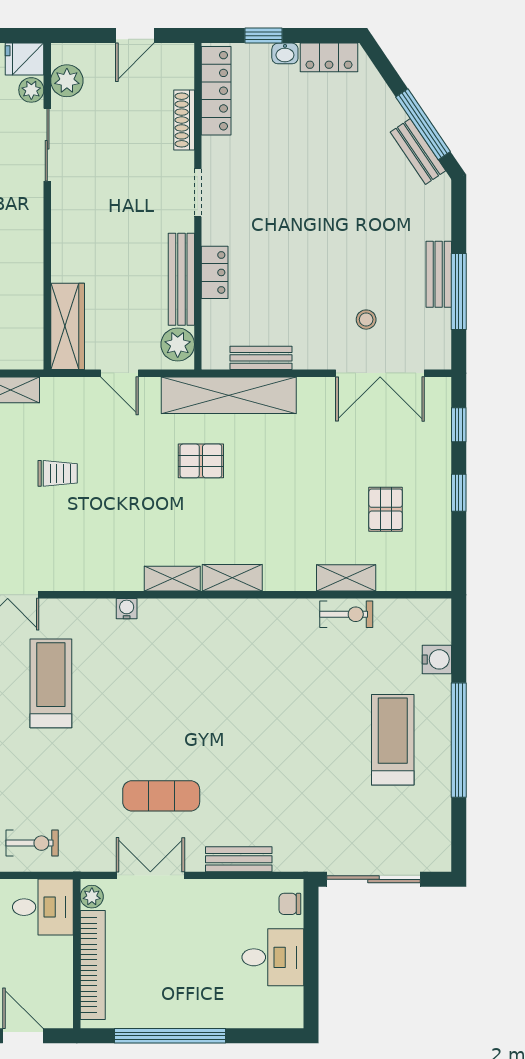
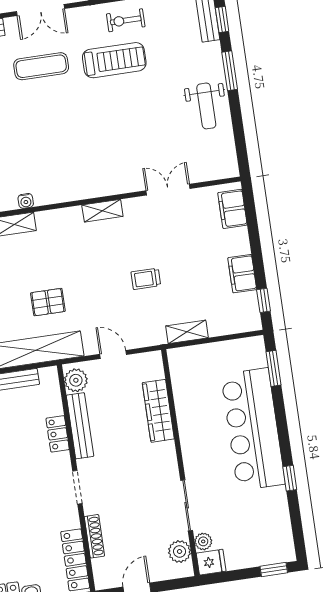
wardrobe: (68, 326) -> (158, 411), moved
shelving: (172, 579) -> (102, 211), moved
water cooler: (127, 609) -> (26, 201), moved
treadmill: (51, 683) -> (114, 60), moved, turned -90

